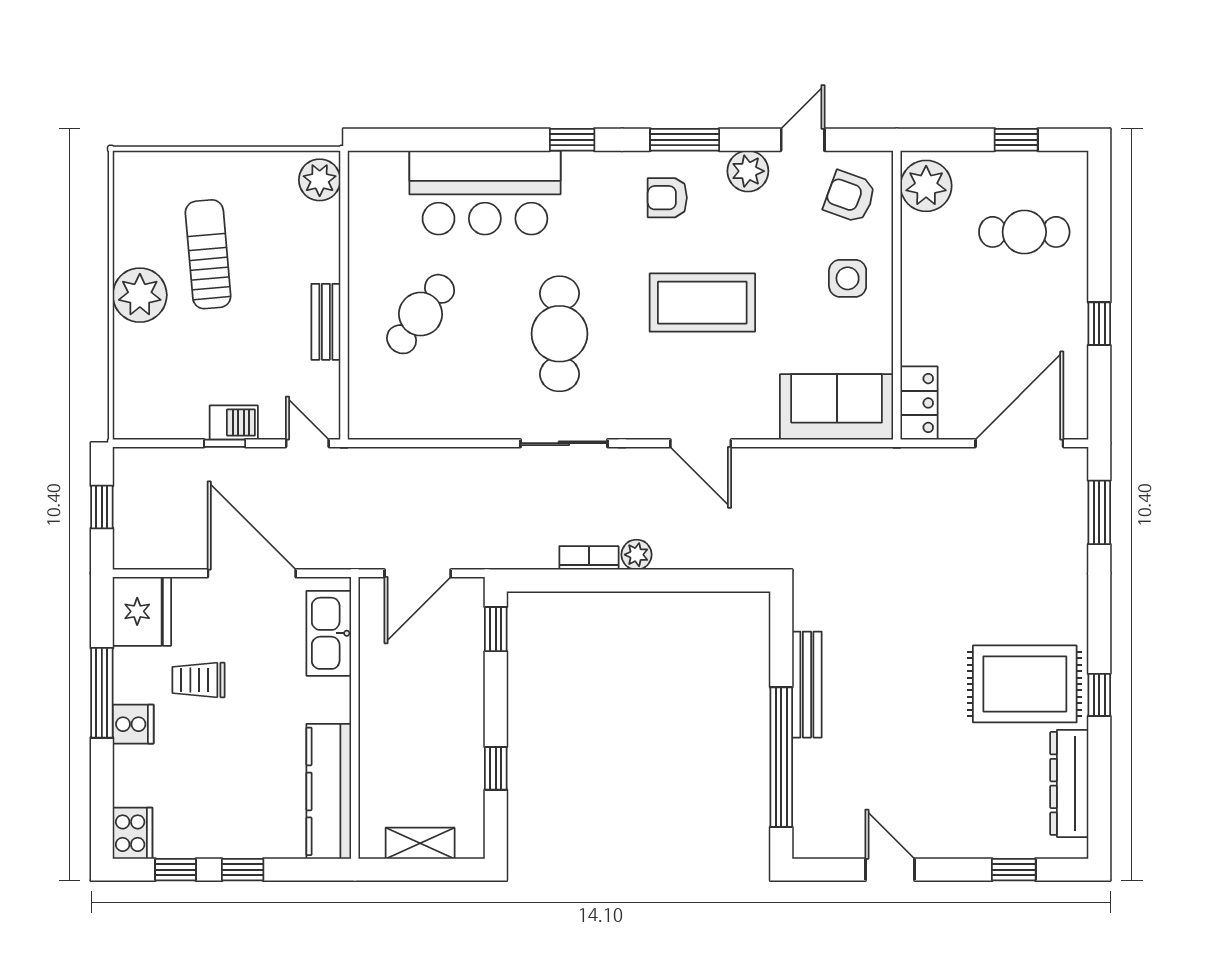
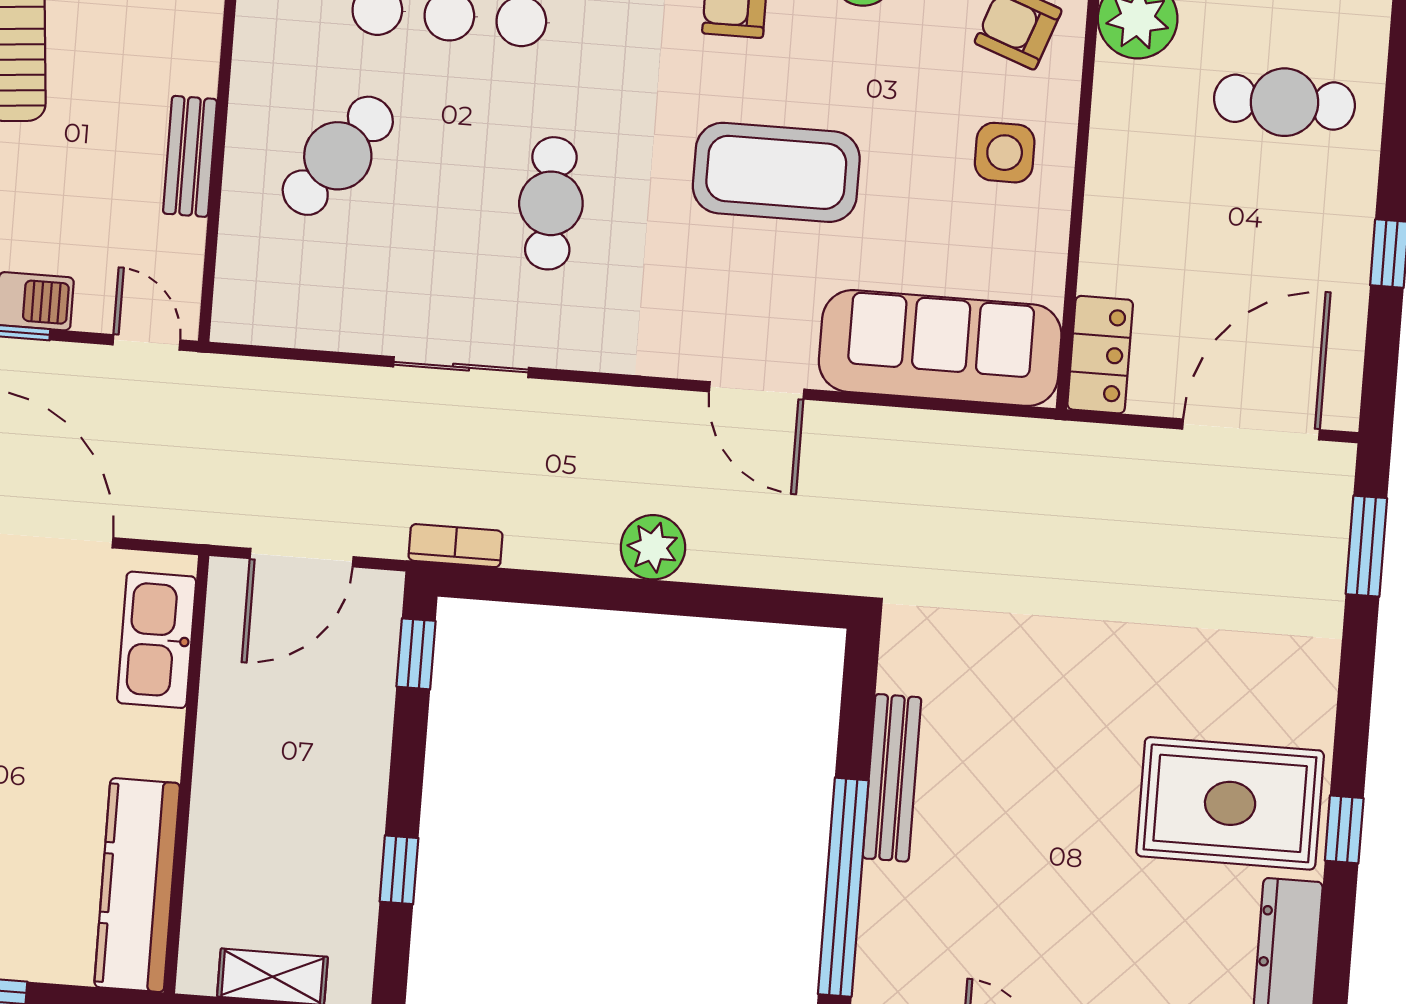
cafe table: (559, 334) -> (551, 203), width x0.73, depth x0.74
sofa: (837, 407) -> (940, 348), width x1.36
sliding door: (564, 443) -> (461, 367), moved
plant: (637, 555) -> (653, 547), width x1.38, depth x1.38
bookcase: (589, 558) -> (456, 546), moved

